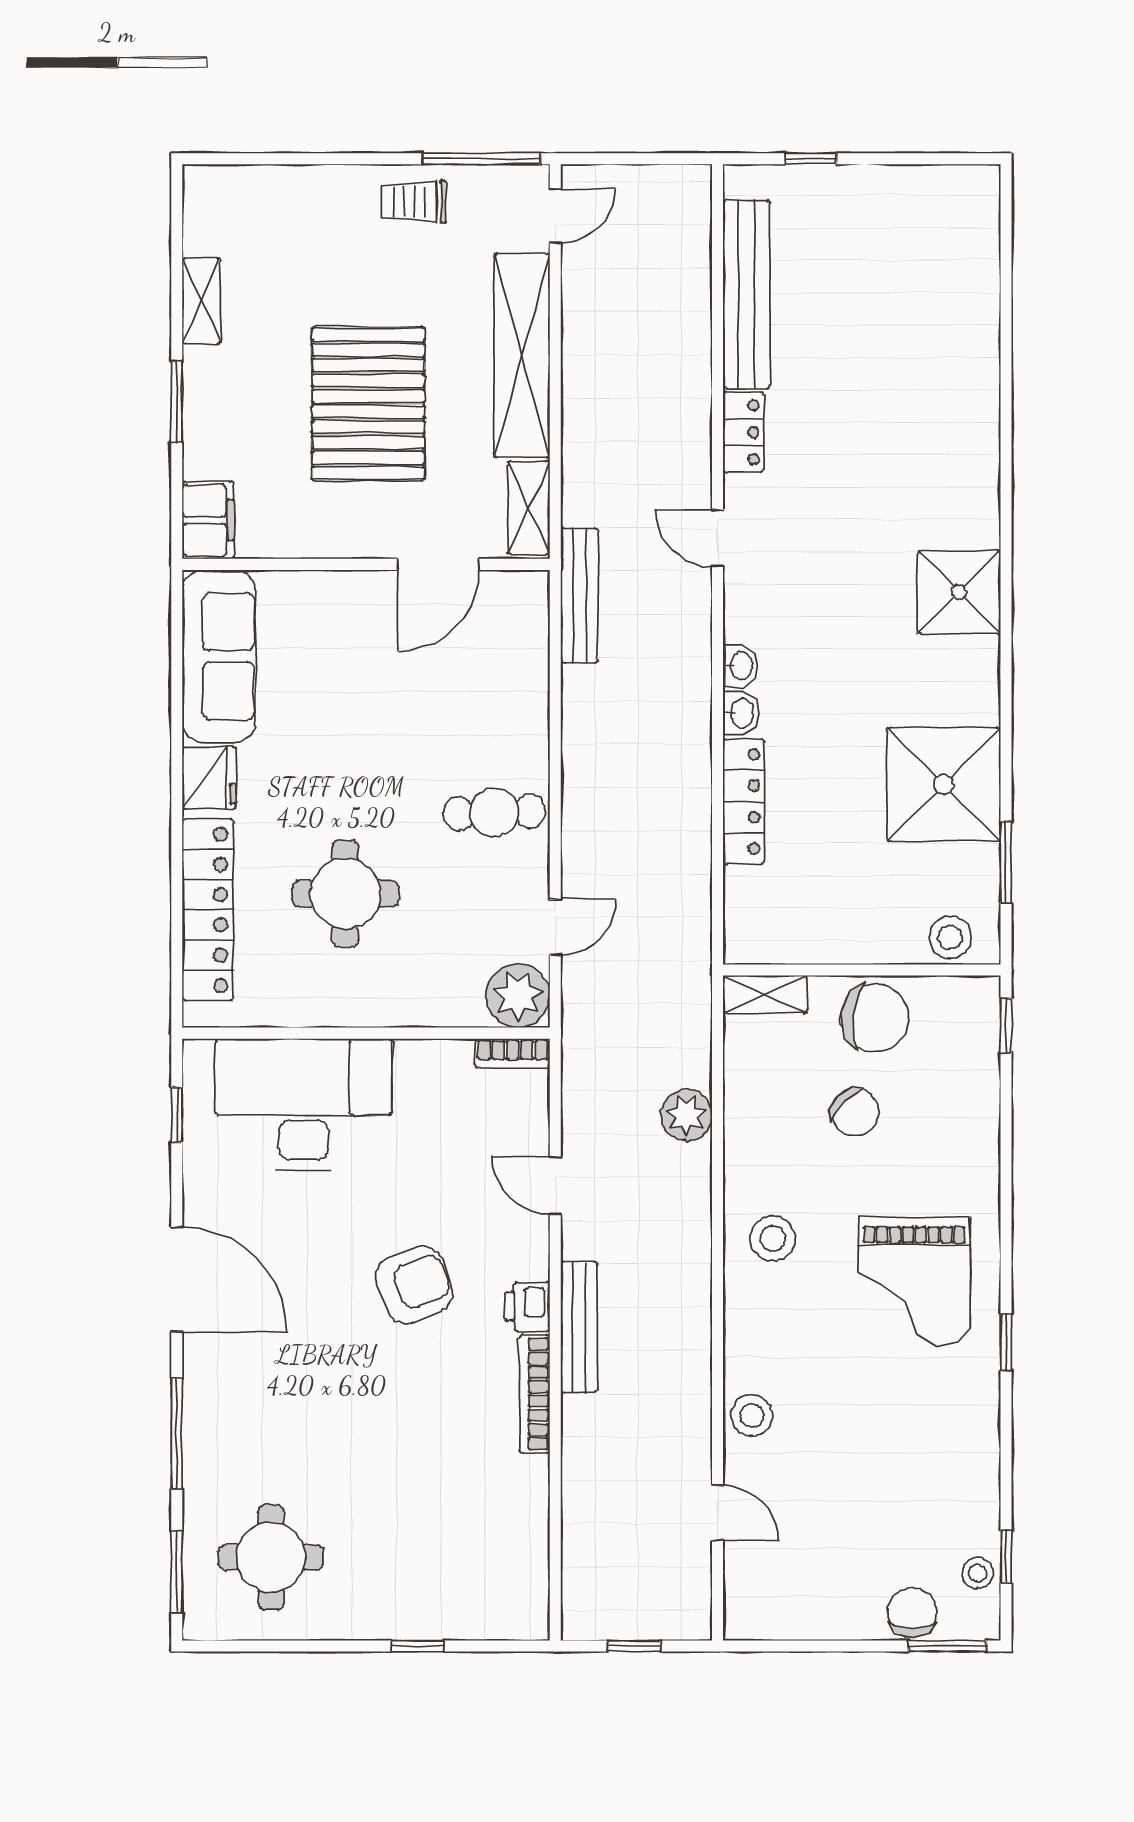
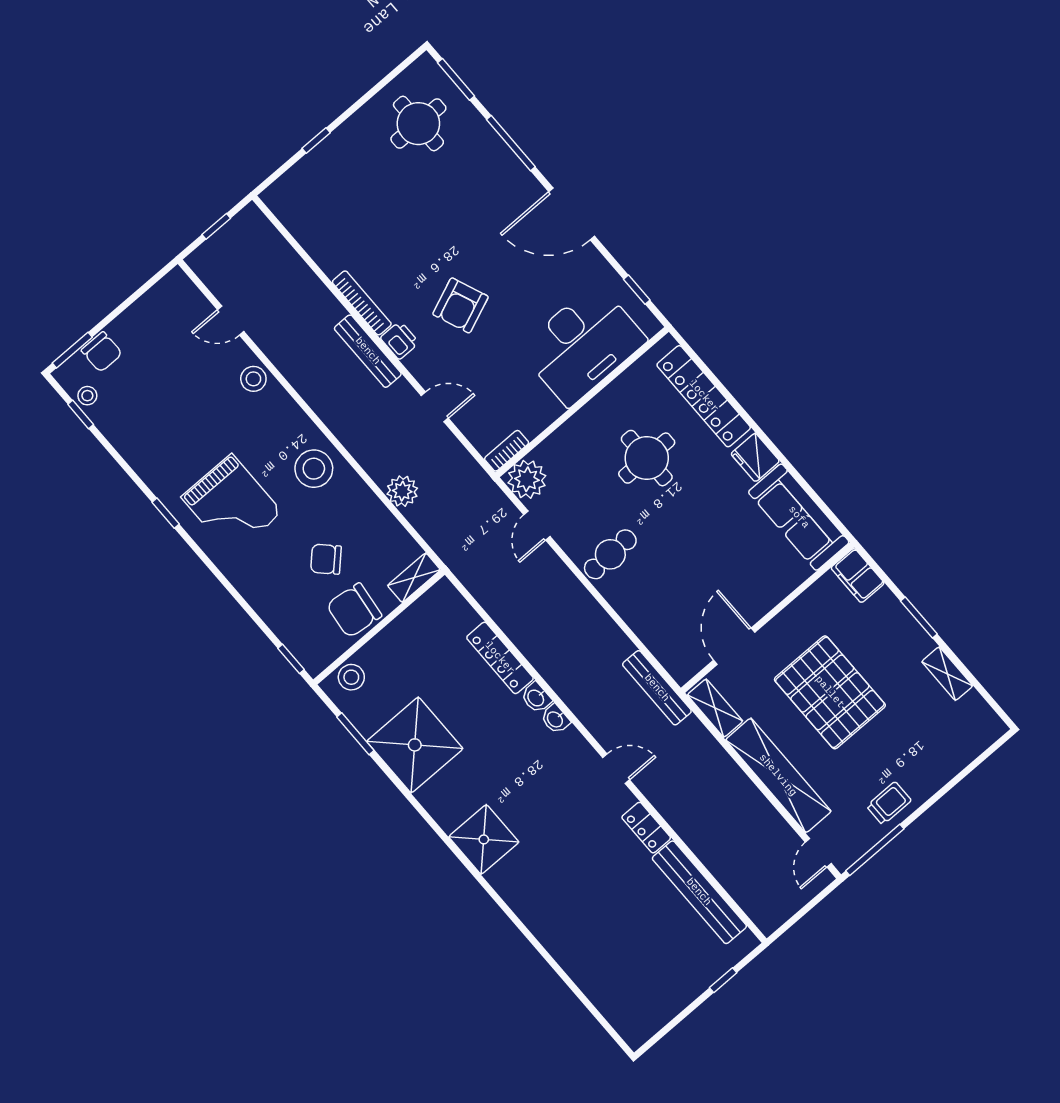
stool: (773, 1238) -> (314, 469), width x1.38, depth x1.38
grand piano: (914, 1281) -> (232, 505), turned 180

